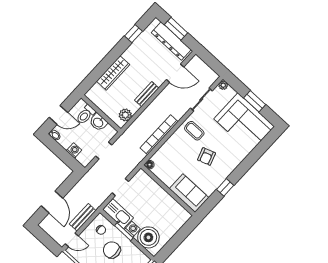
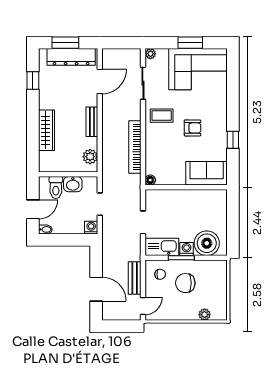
washing machine: (74, 150) -> (91, 228), moved
armchair: (207, 156) -> (193, 128), turned -71

